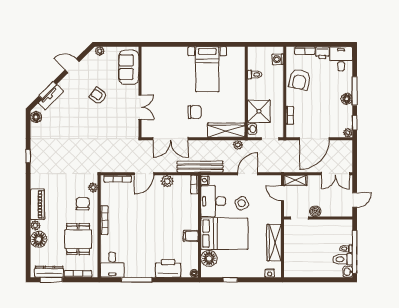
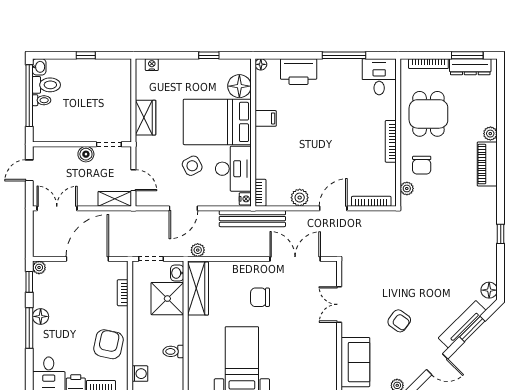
tv unit: (51, 97) -> (462, 324), width x1.41
wardrobe: (226, 130) -> (198, 289), moved, turned -90
floor lamp: (39, 239) -> (485, 114), removed
wardrobe: (274, 243) -> (146, 118), width x0.67
window: (316, 280) -> (86, 55), added

